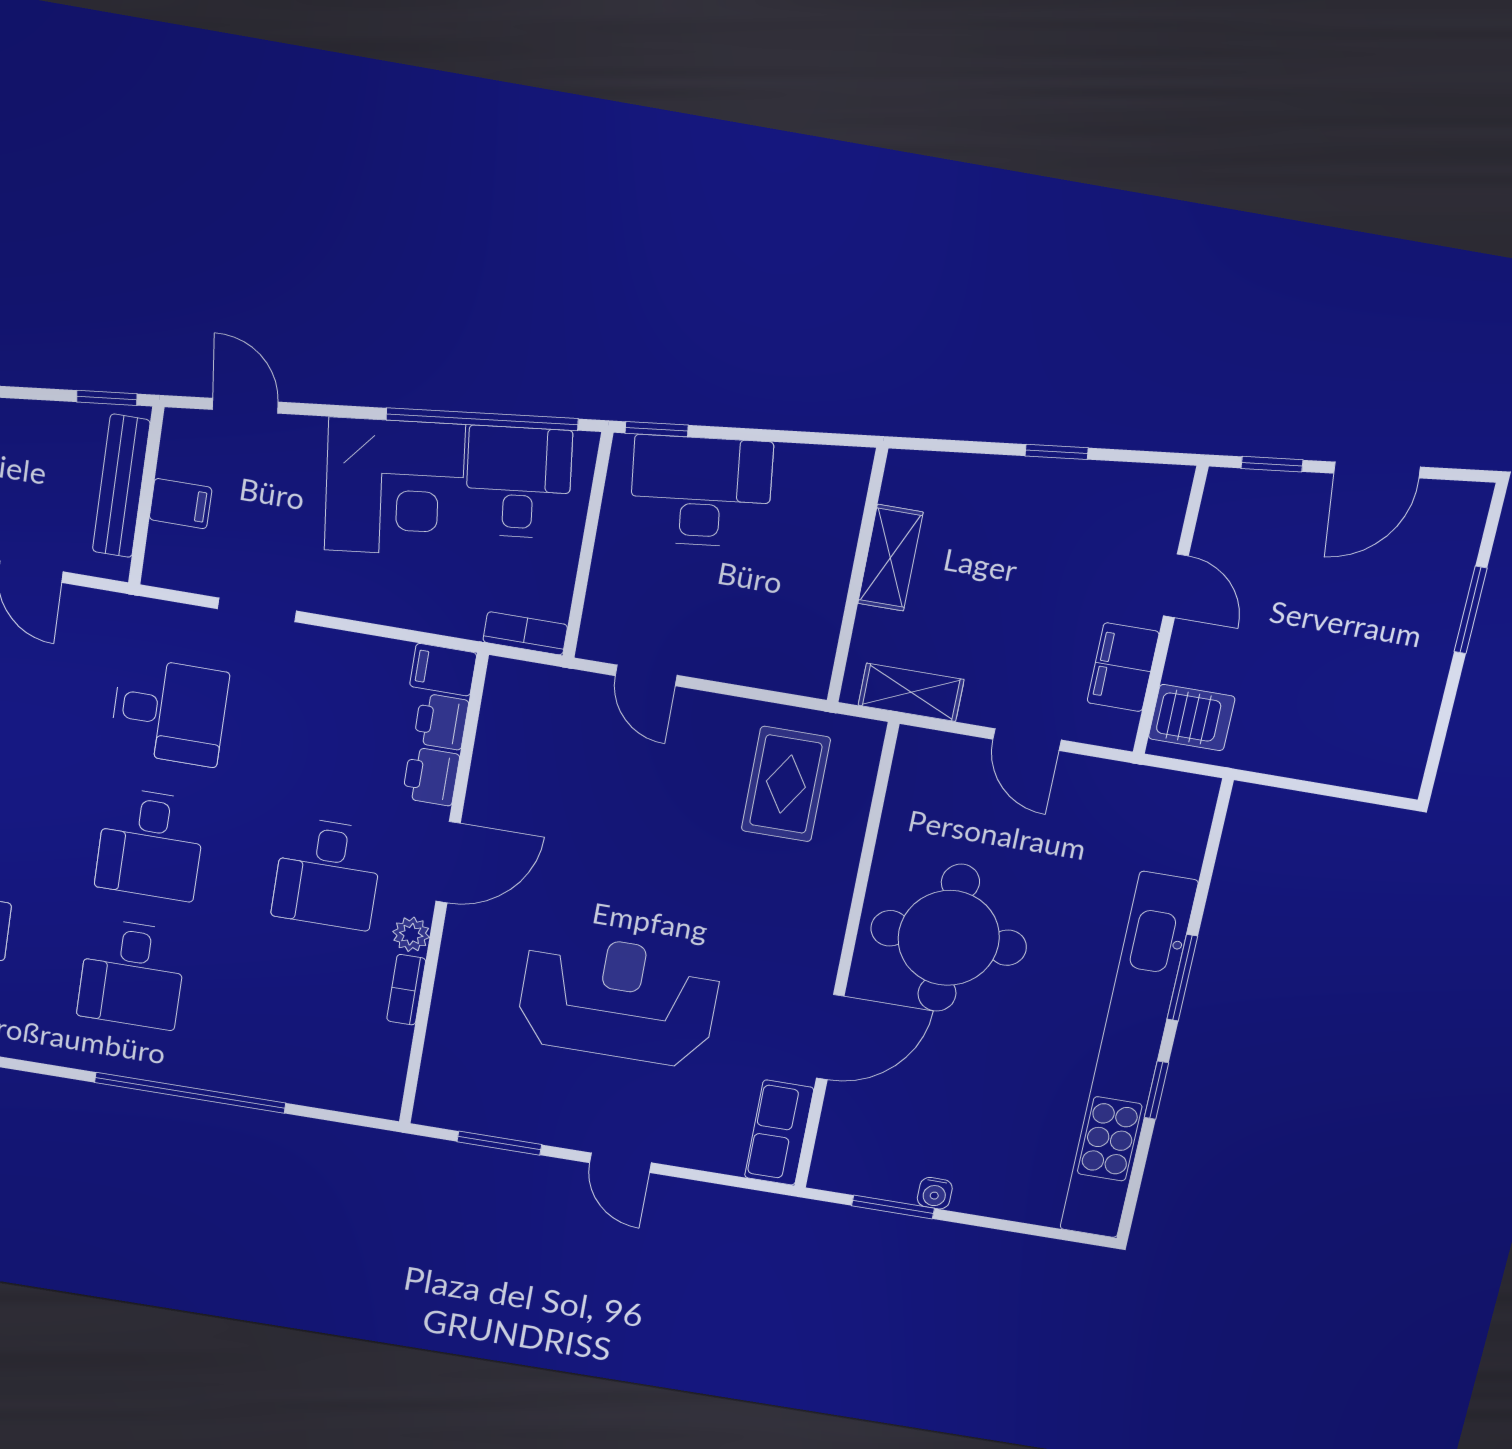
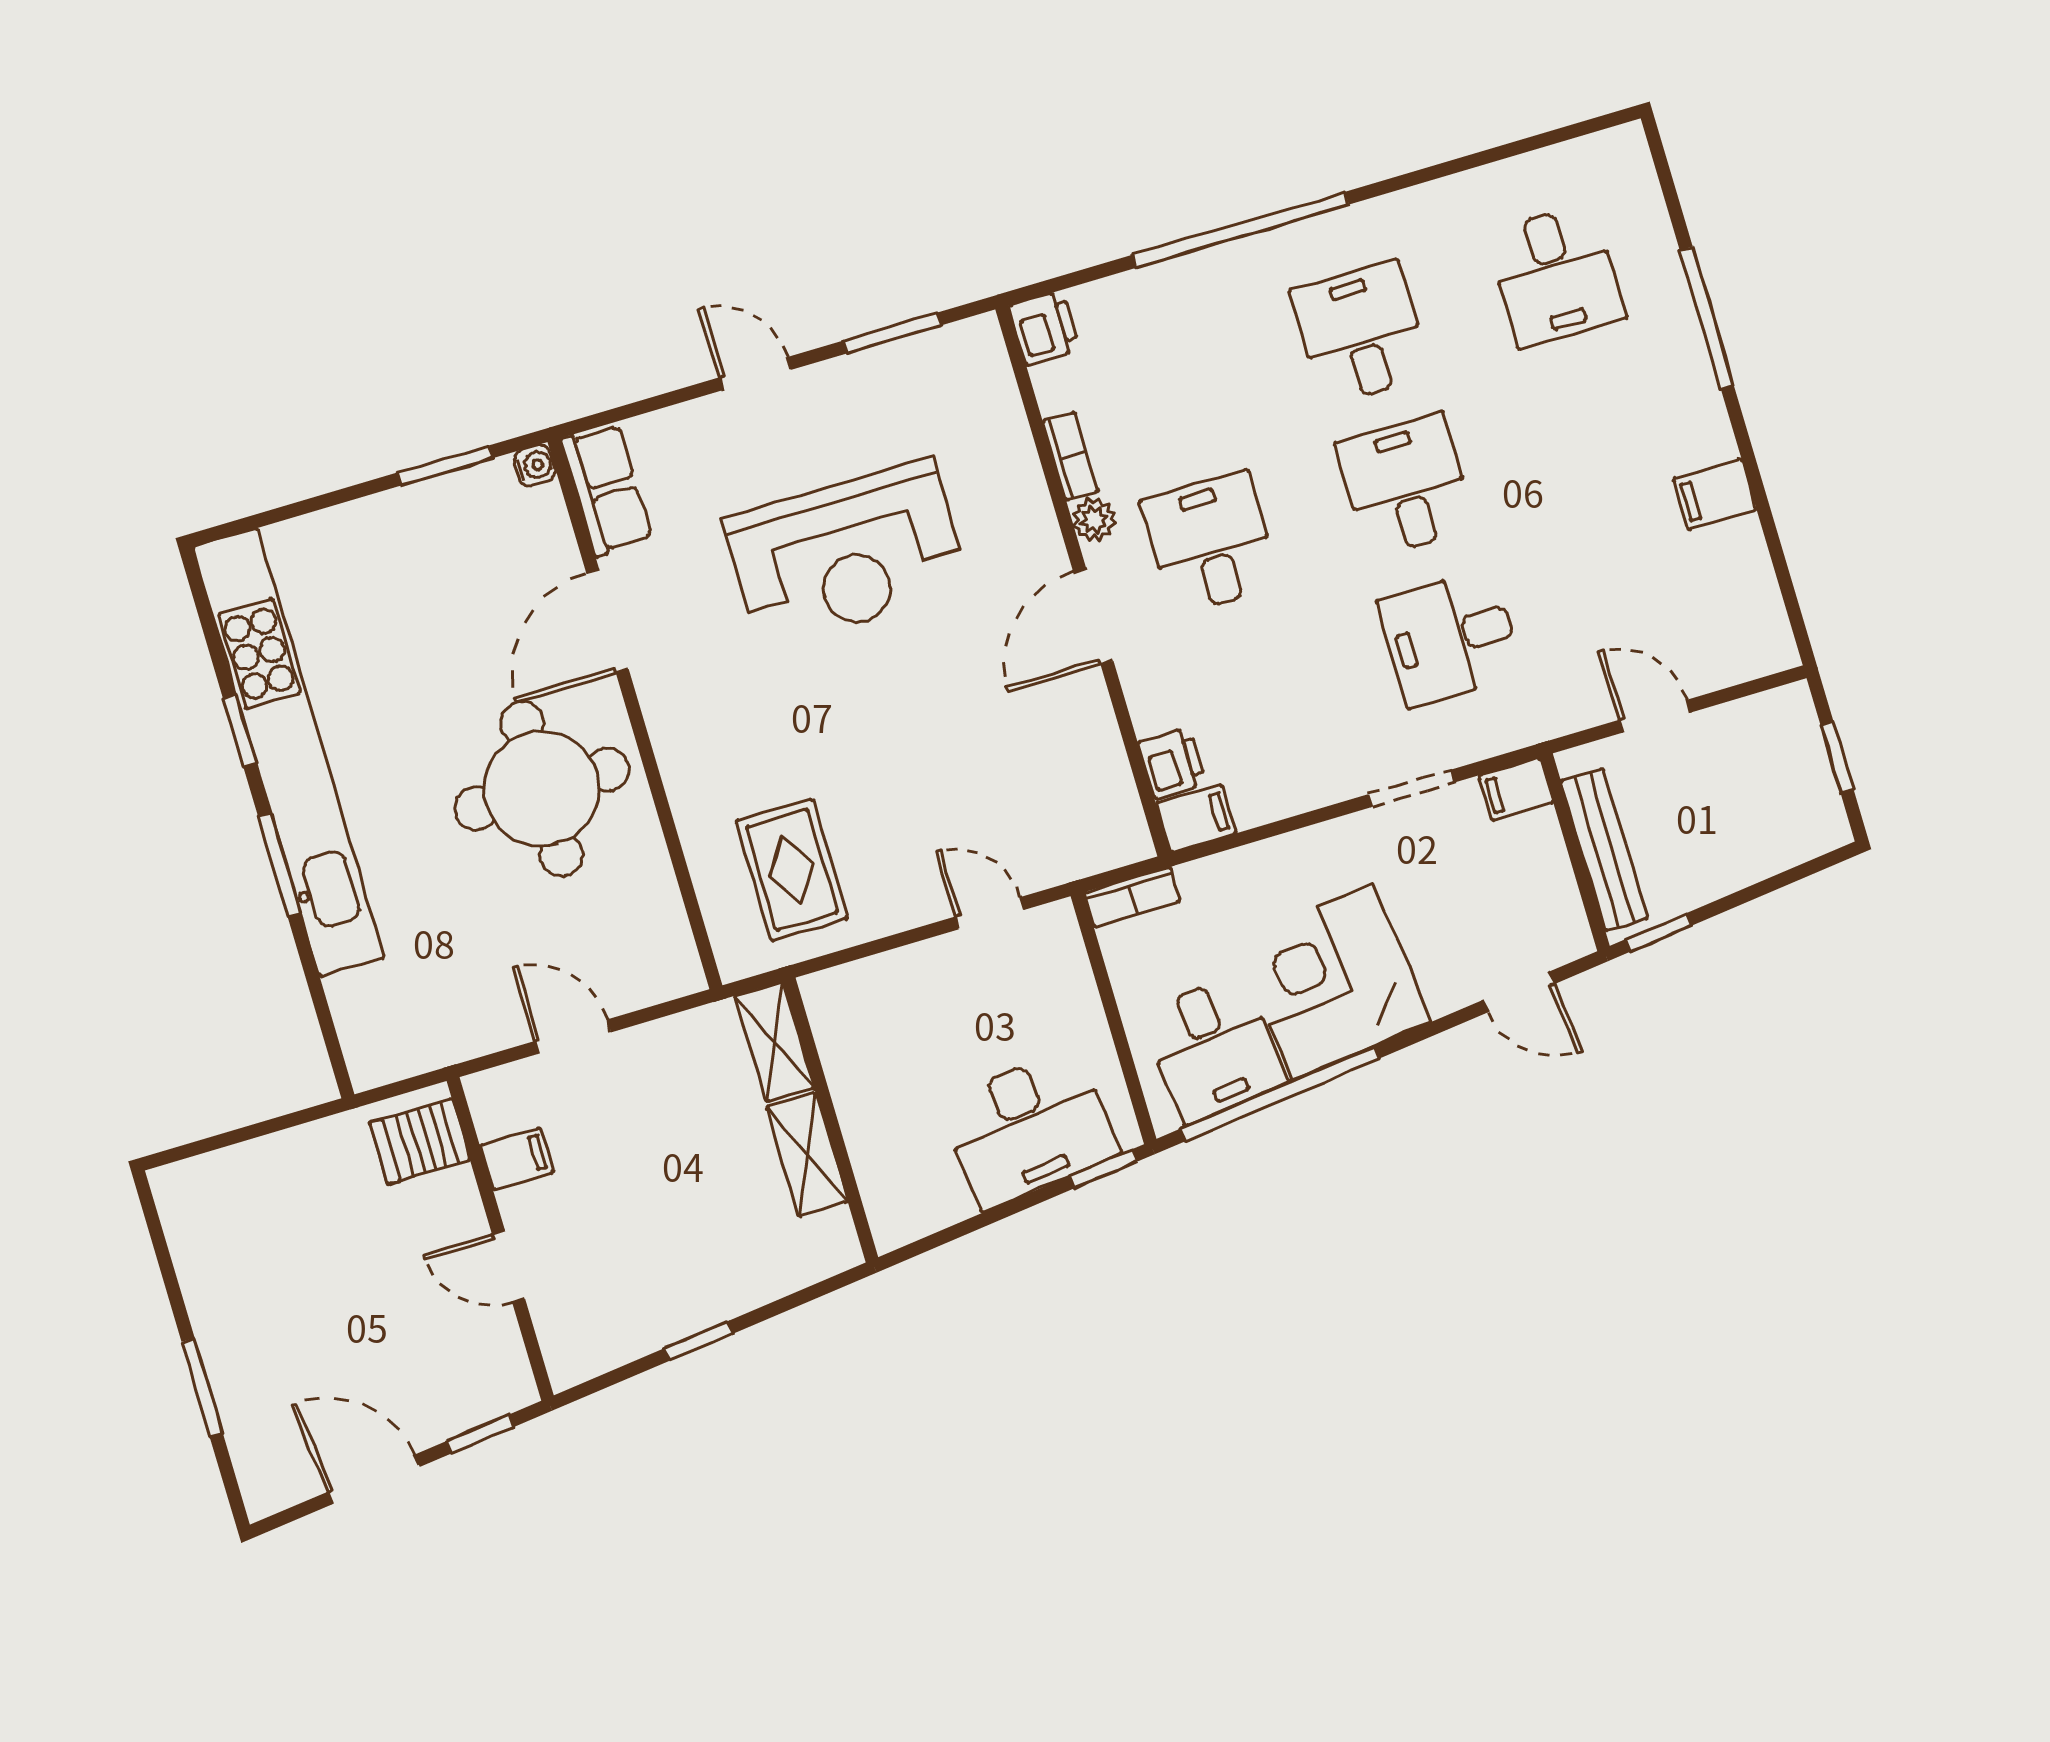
door: (1377, 470) -> (374, 1479), hinge flipped
filing cabinet: (181, 504) -> (1516, 789), moved
filing cabinet: (1123, 667) -> (516, 1159), width x0.50
shelving: (911, 692) -> (774, 1042), moved, turned 90
printer: (431, 776) -> (1044, 327), moved
water cooler: (935, 1193) -> (535, 465), moved, turned 90

